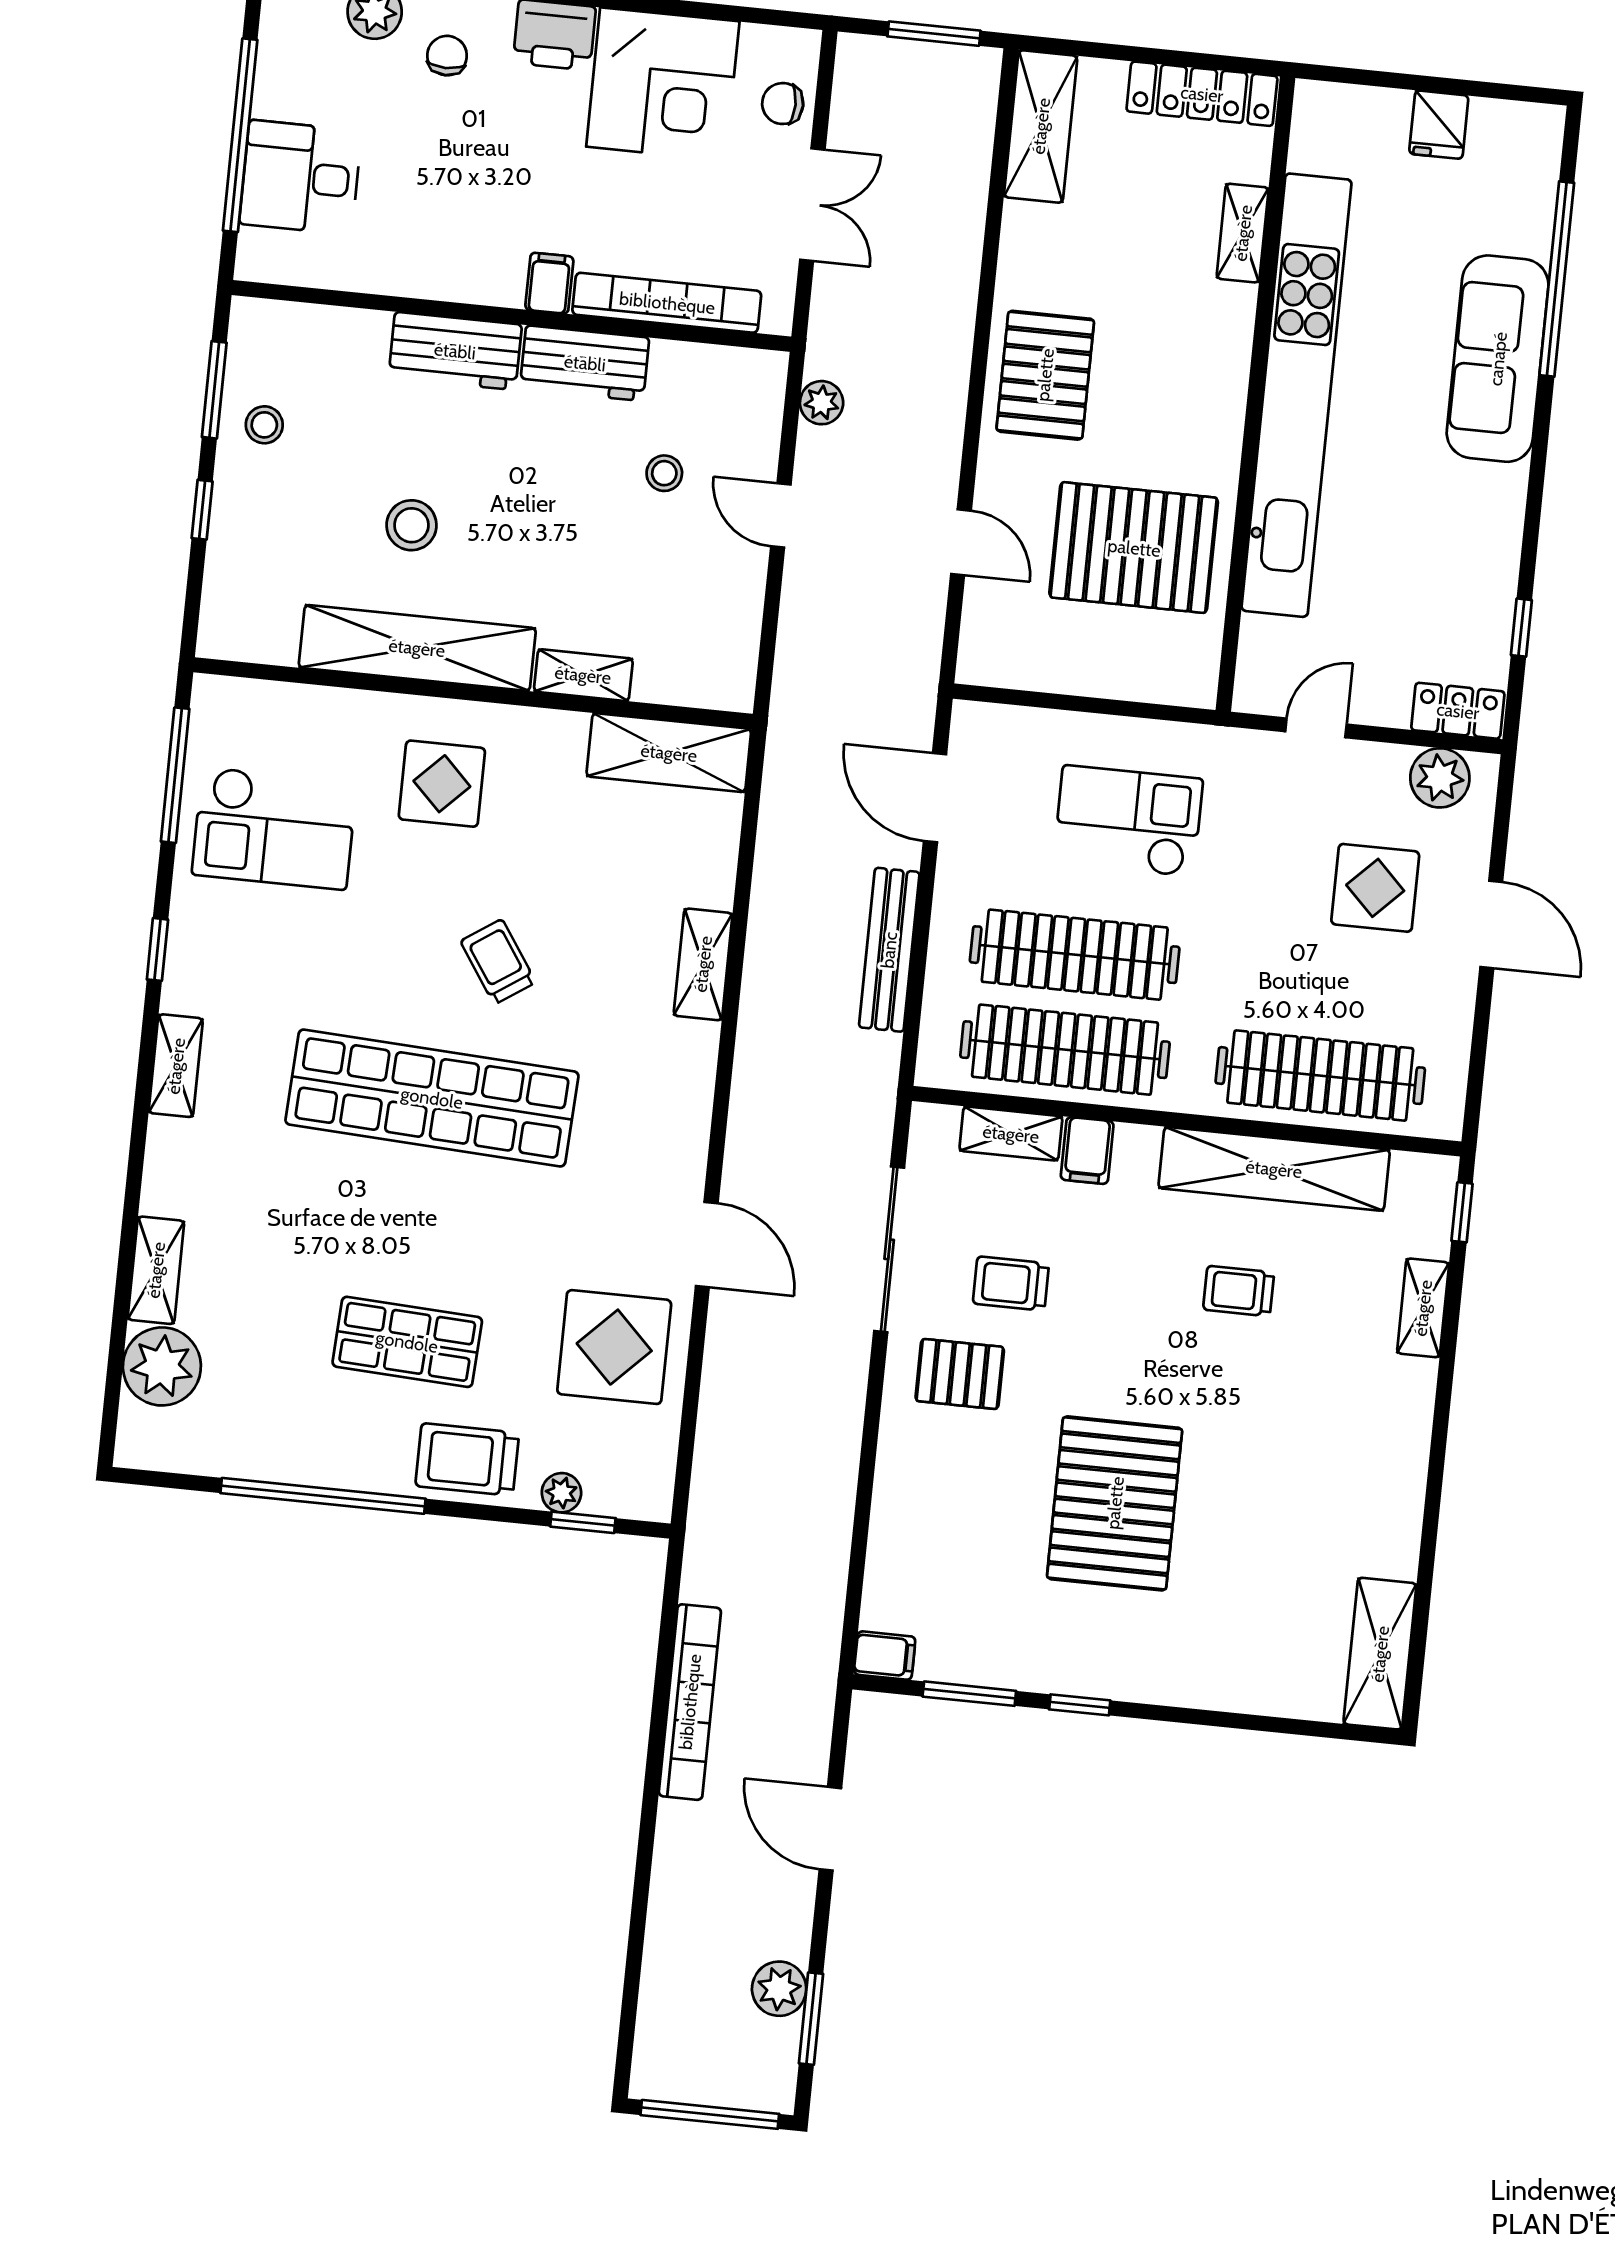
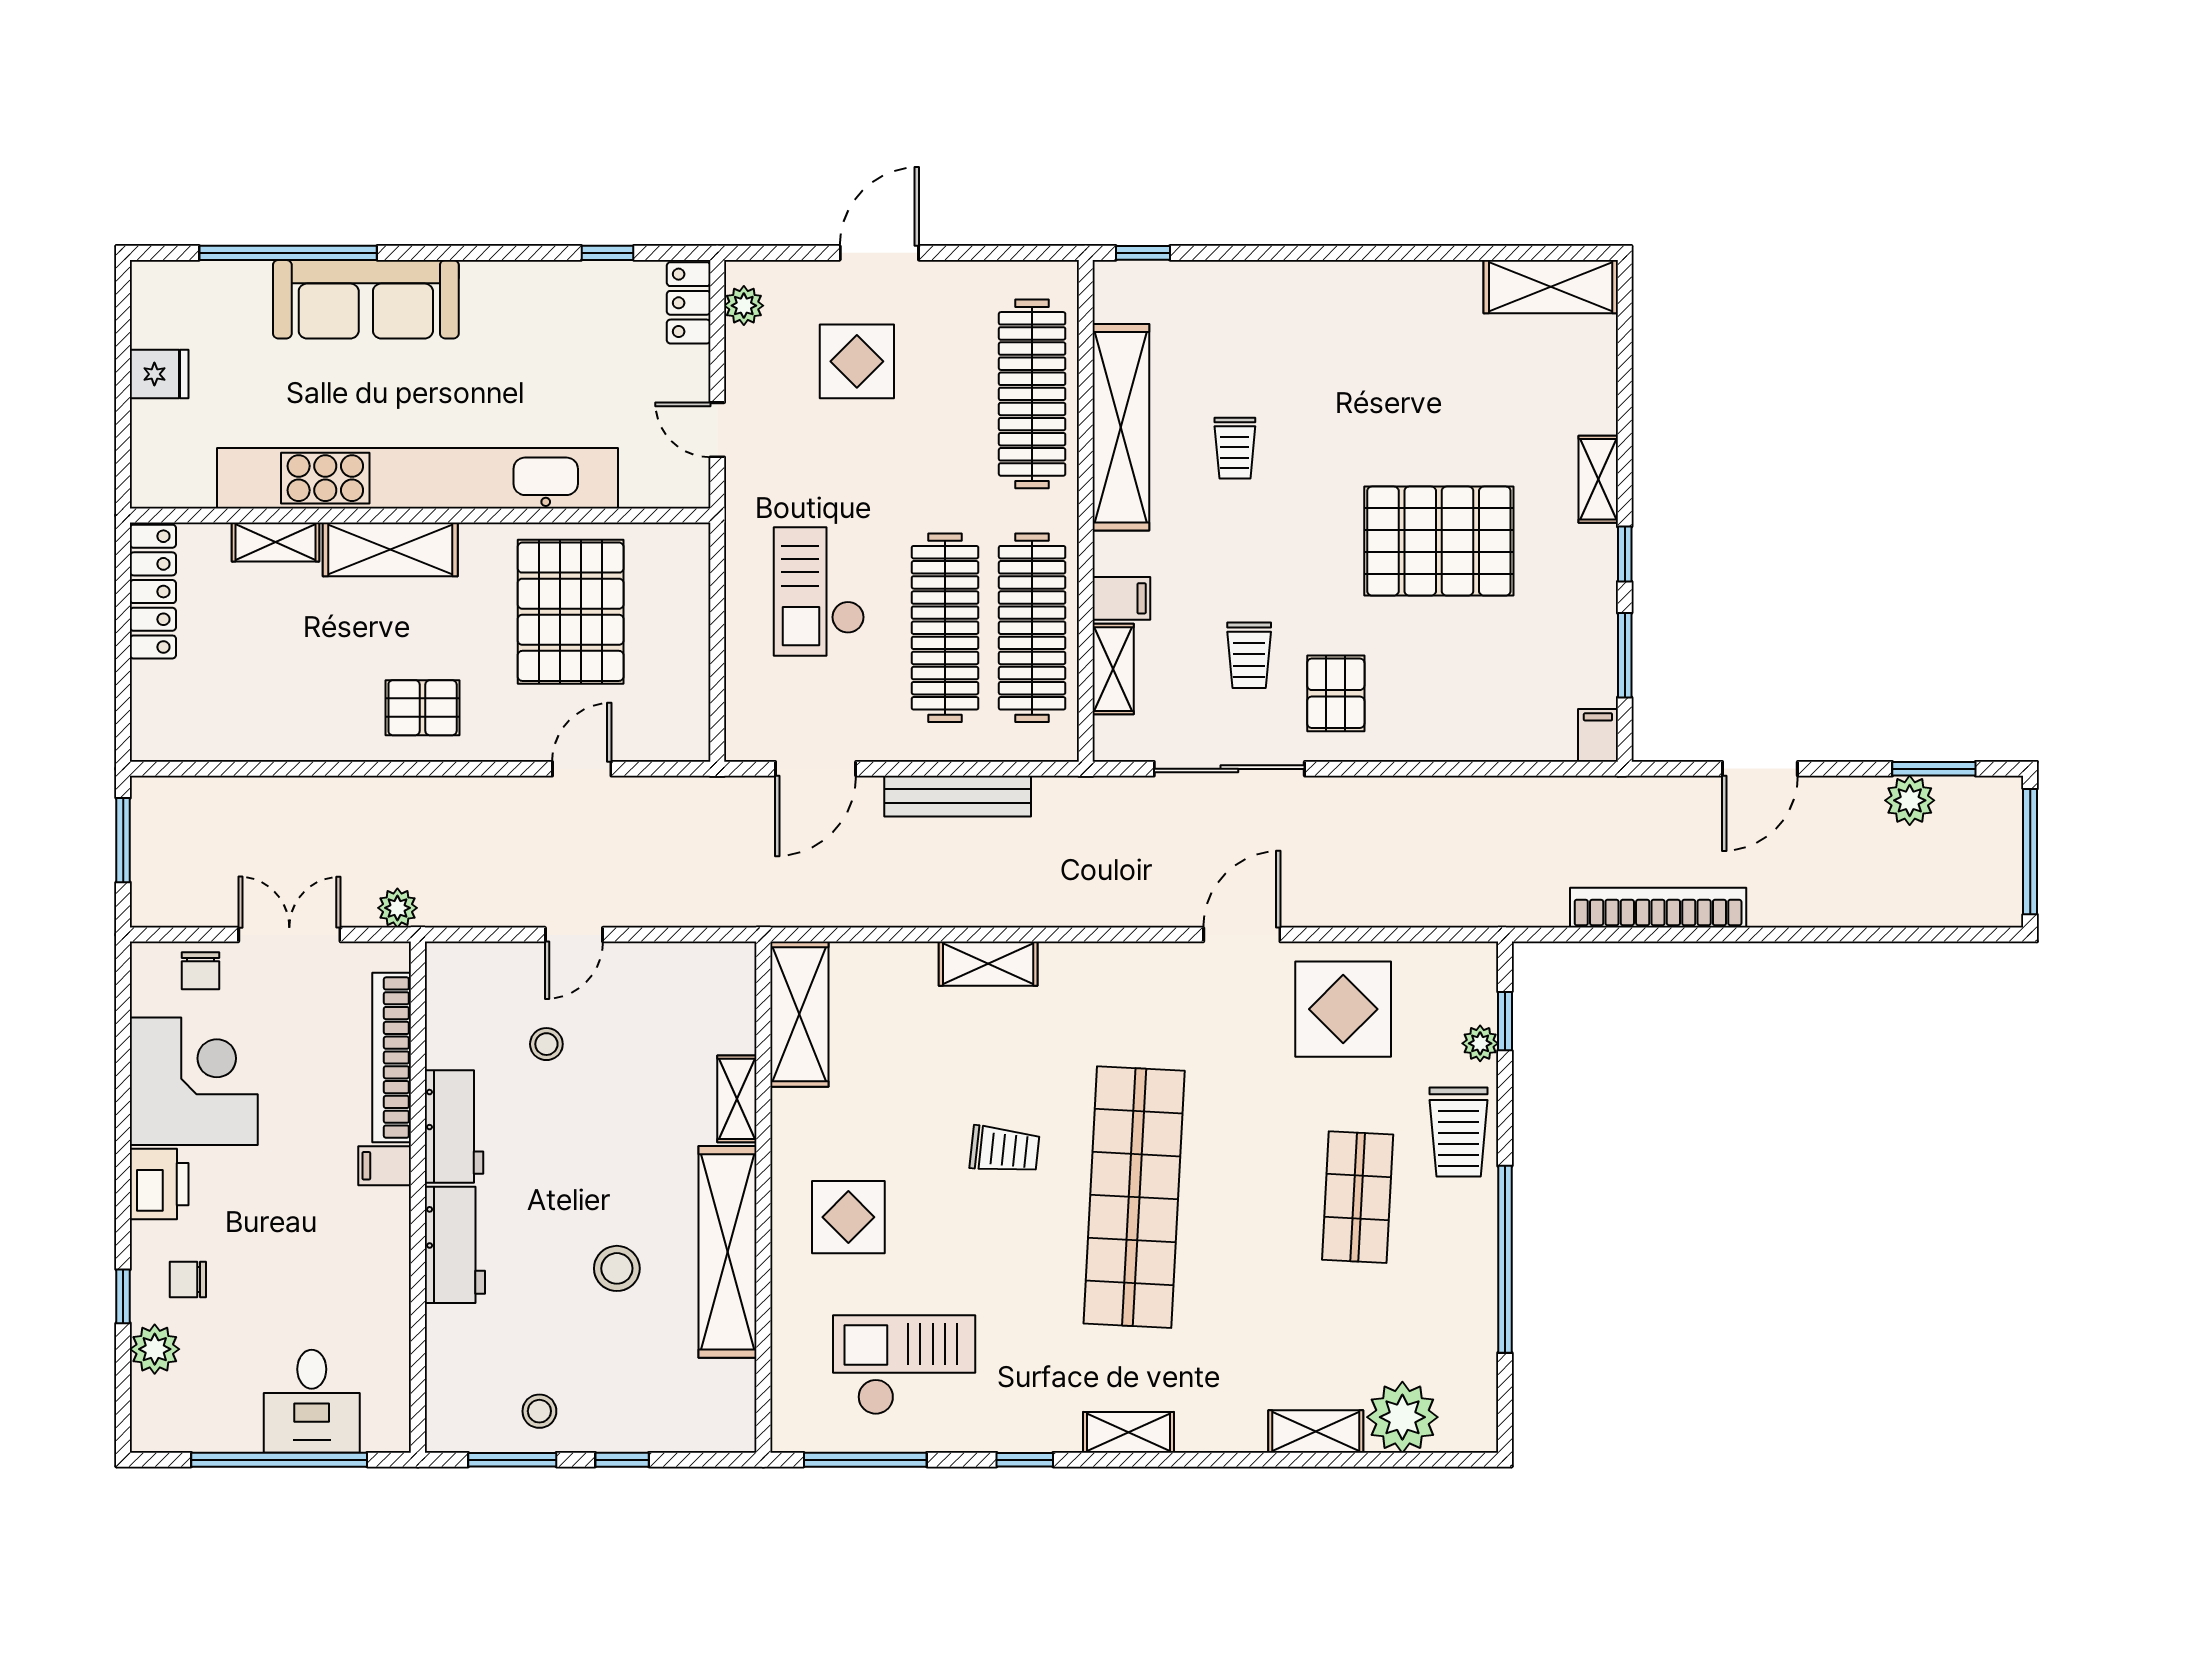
shelving: (1041, 126) -> (390, 549), moved
pallet: (1045, 375) -> (423, 708), width x0.67, depth x0.71
plant: (822, 403) -> (397, 908), moved
plant: (1440, 778) -> (744, 306), width x0.73, depth x0.73
checkout: (274, 828) -> (904, 1365), turned -90
trolley: (498, 962) -> (1005, 1150), turned -140
shelving: (1423, 1308) -> (1598, 479), moved, turned 90

